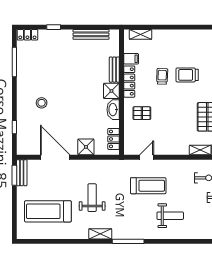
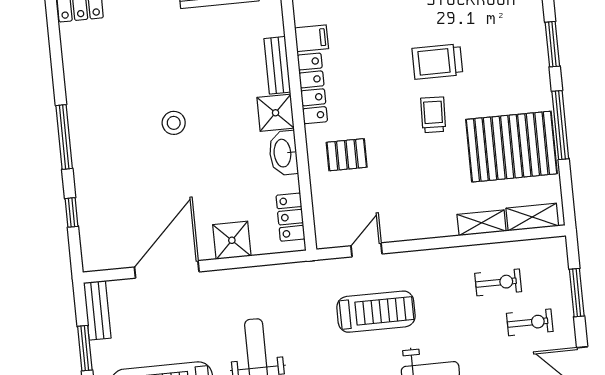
window: (14, 62) -> (64, 137), moved
trolley: (162, 76) -> (433, 115), moved
stool: (42, 103) -> (174, 123), moved
door: (55, 157) -> (167, 269), hinge flipped
window: (14, 175) -> (85, 348), moved

